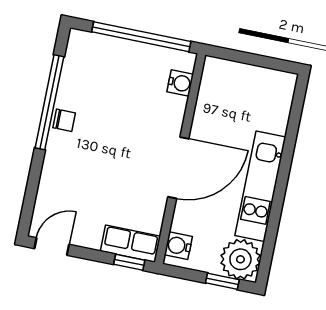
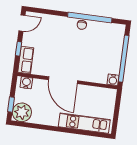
water cooler: (180, 83) -> (113, 80), moved
kitchen unit: (260, 186) -> (84, 123), moved
door: (52, 246) -> (22, 23), hinge flipped
window: (129, 262) -> (19, 49), moved

